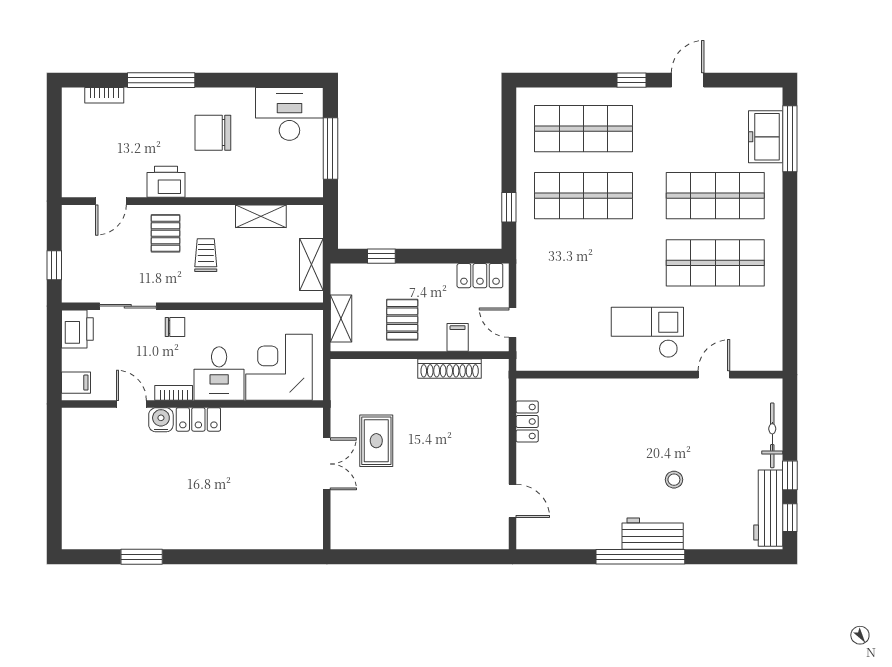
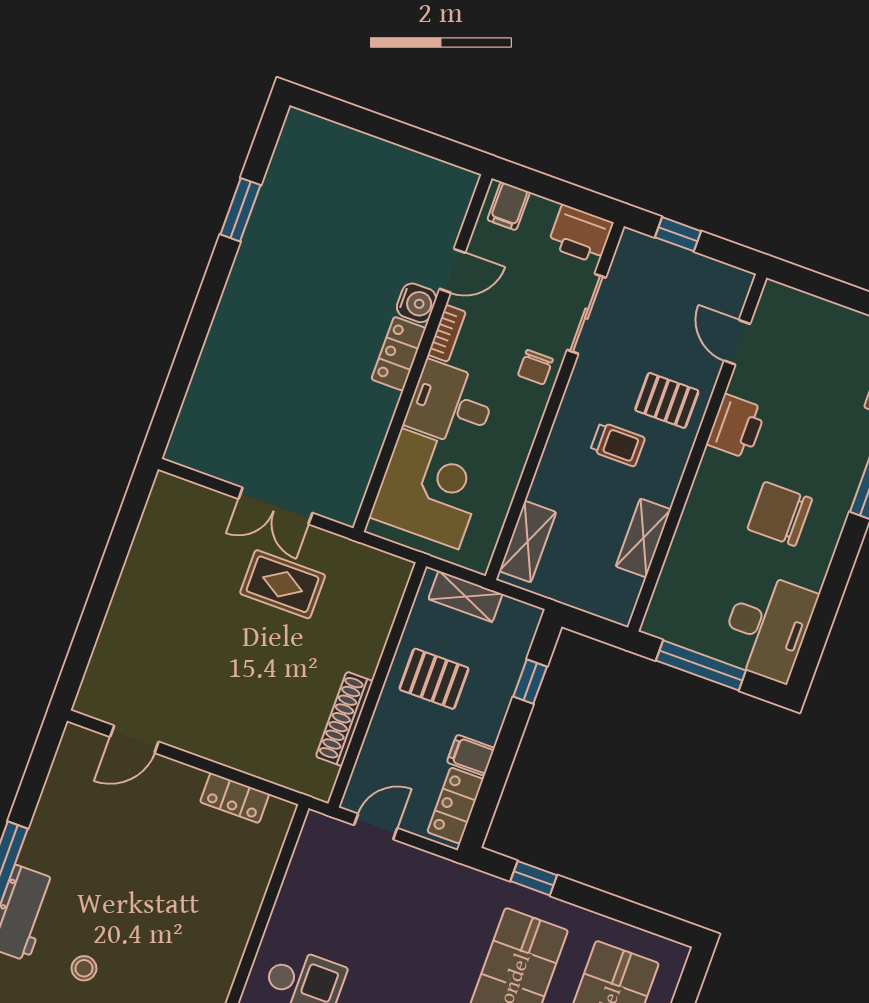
chair: (213, 133) -> (780, 514), turned -90
shelving: (311, 264) -> (528, 542), moved, turned 90
filing cabinet: (458, 337) -> (471, 755), moved, turned 180

